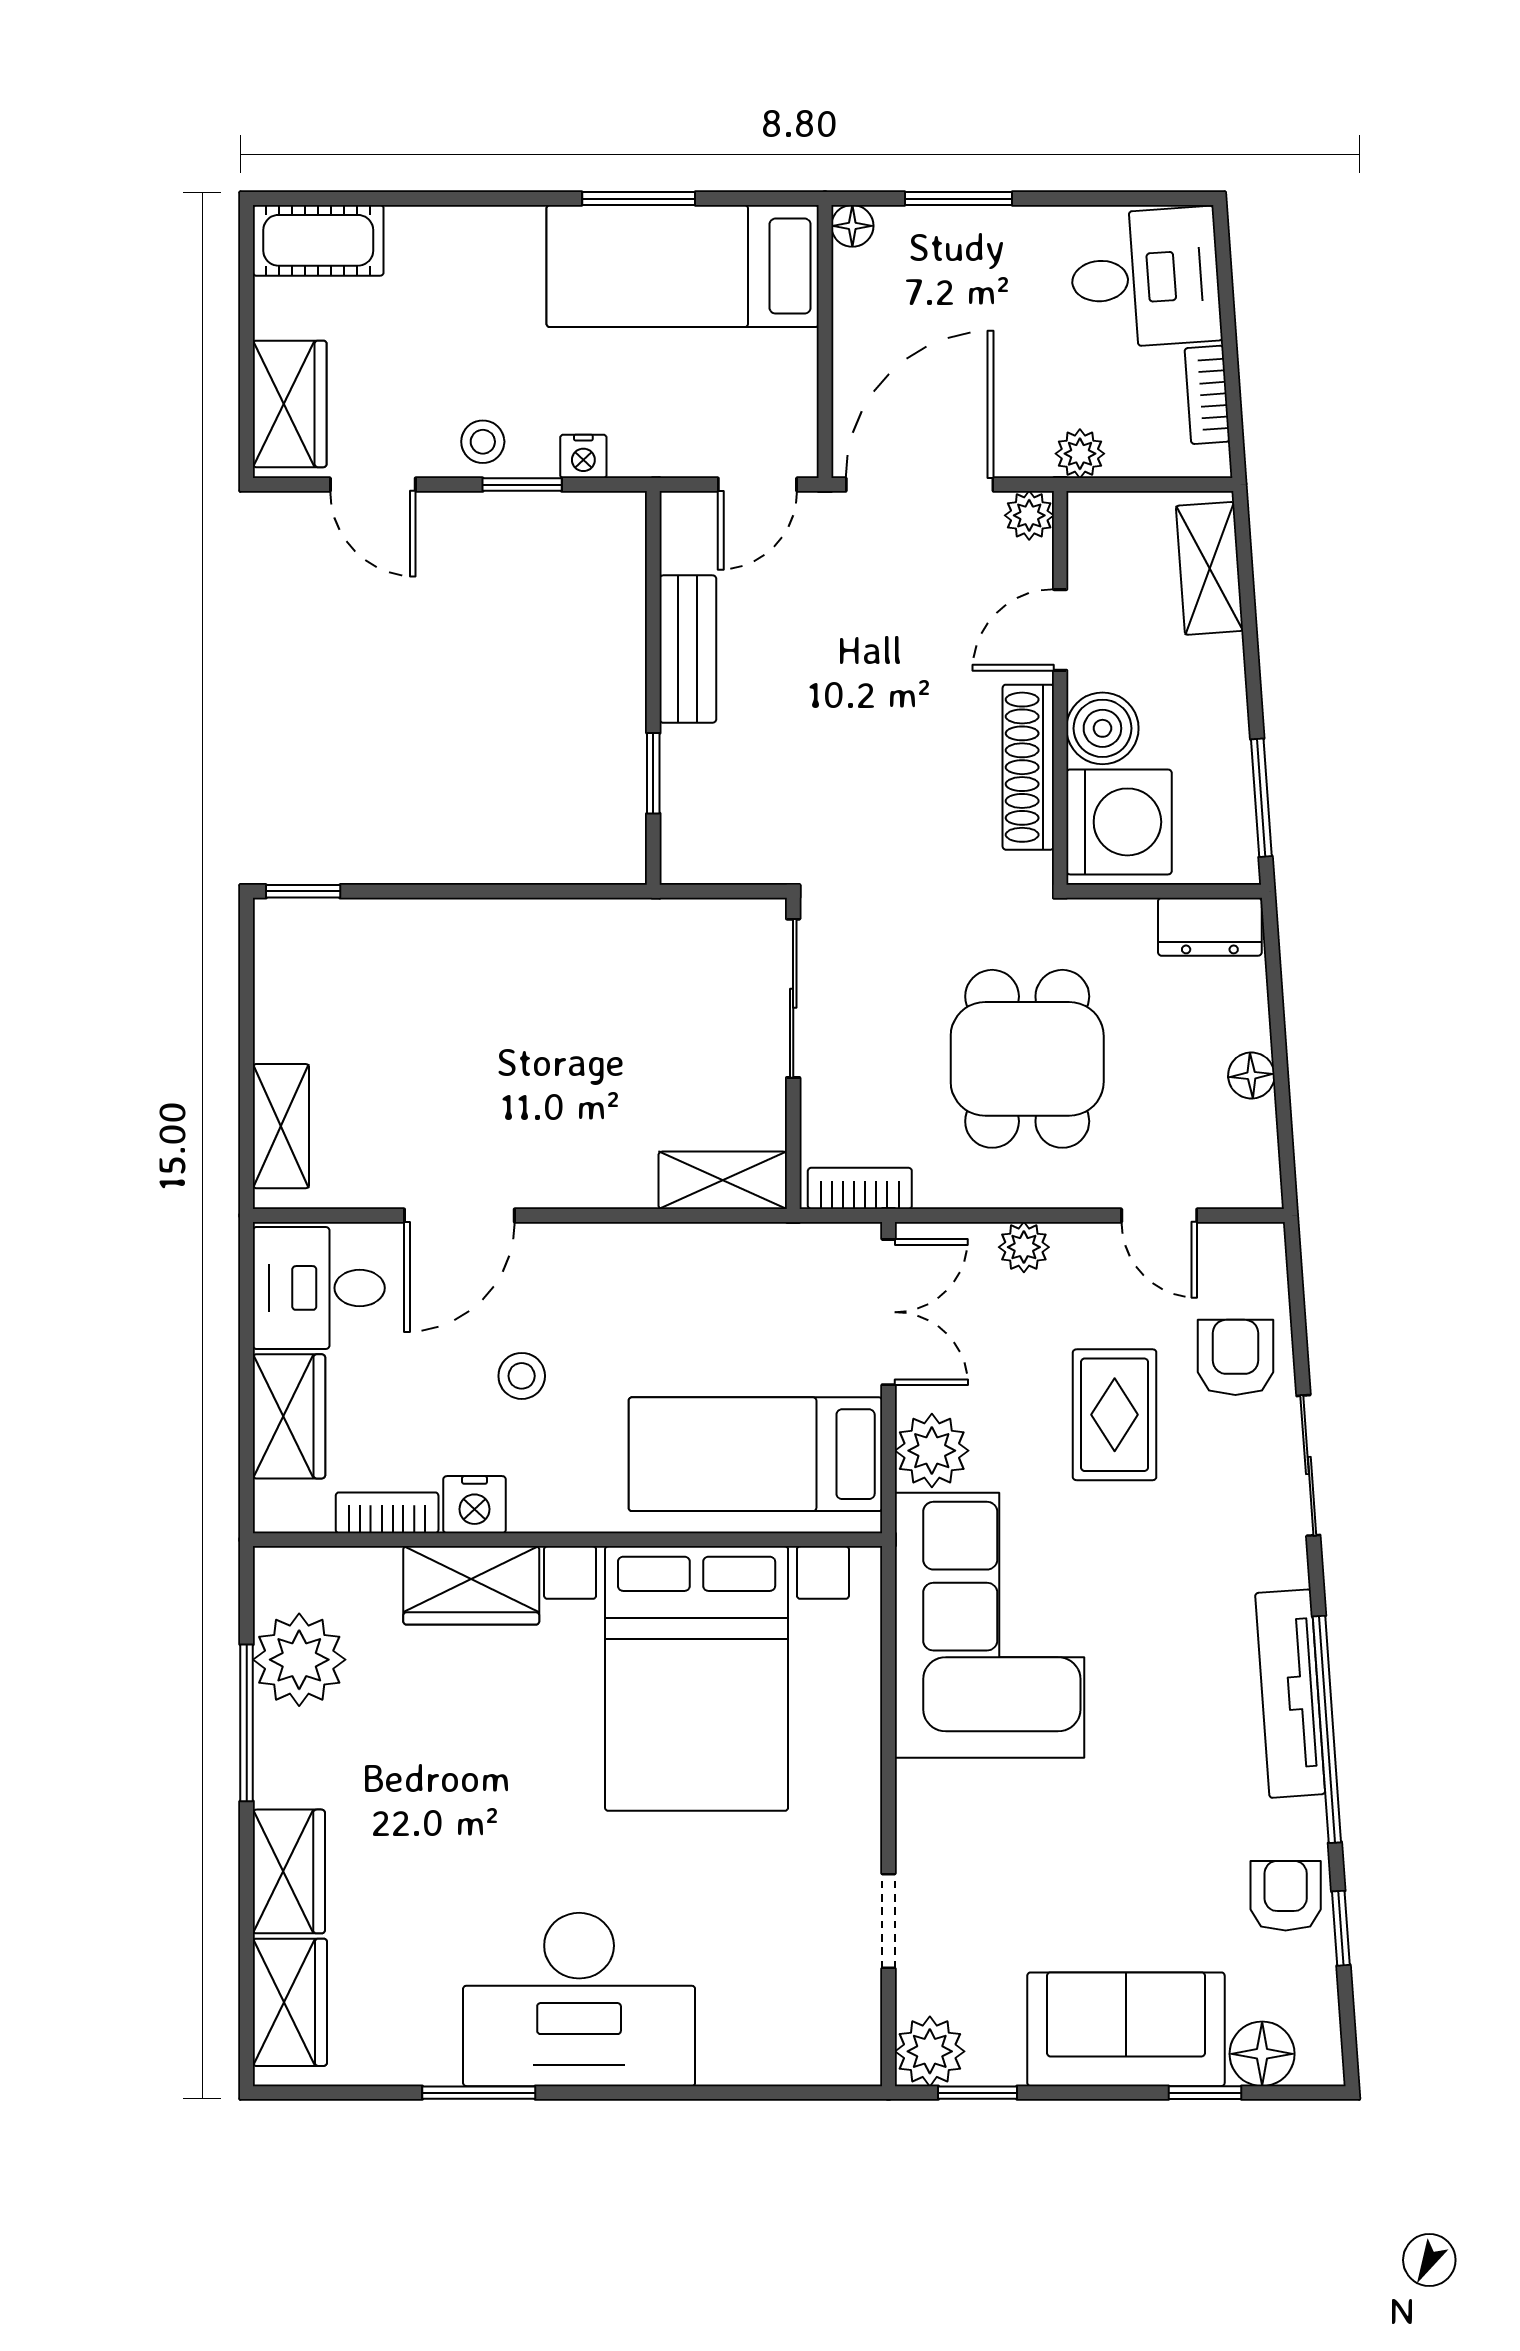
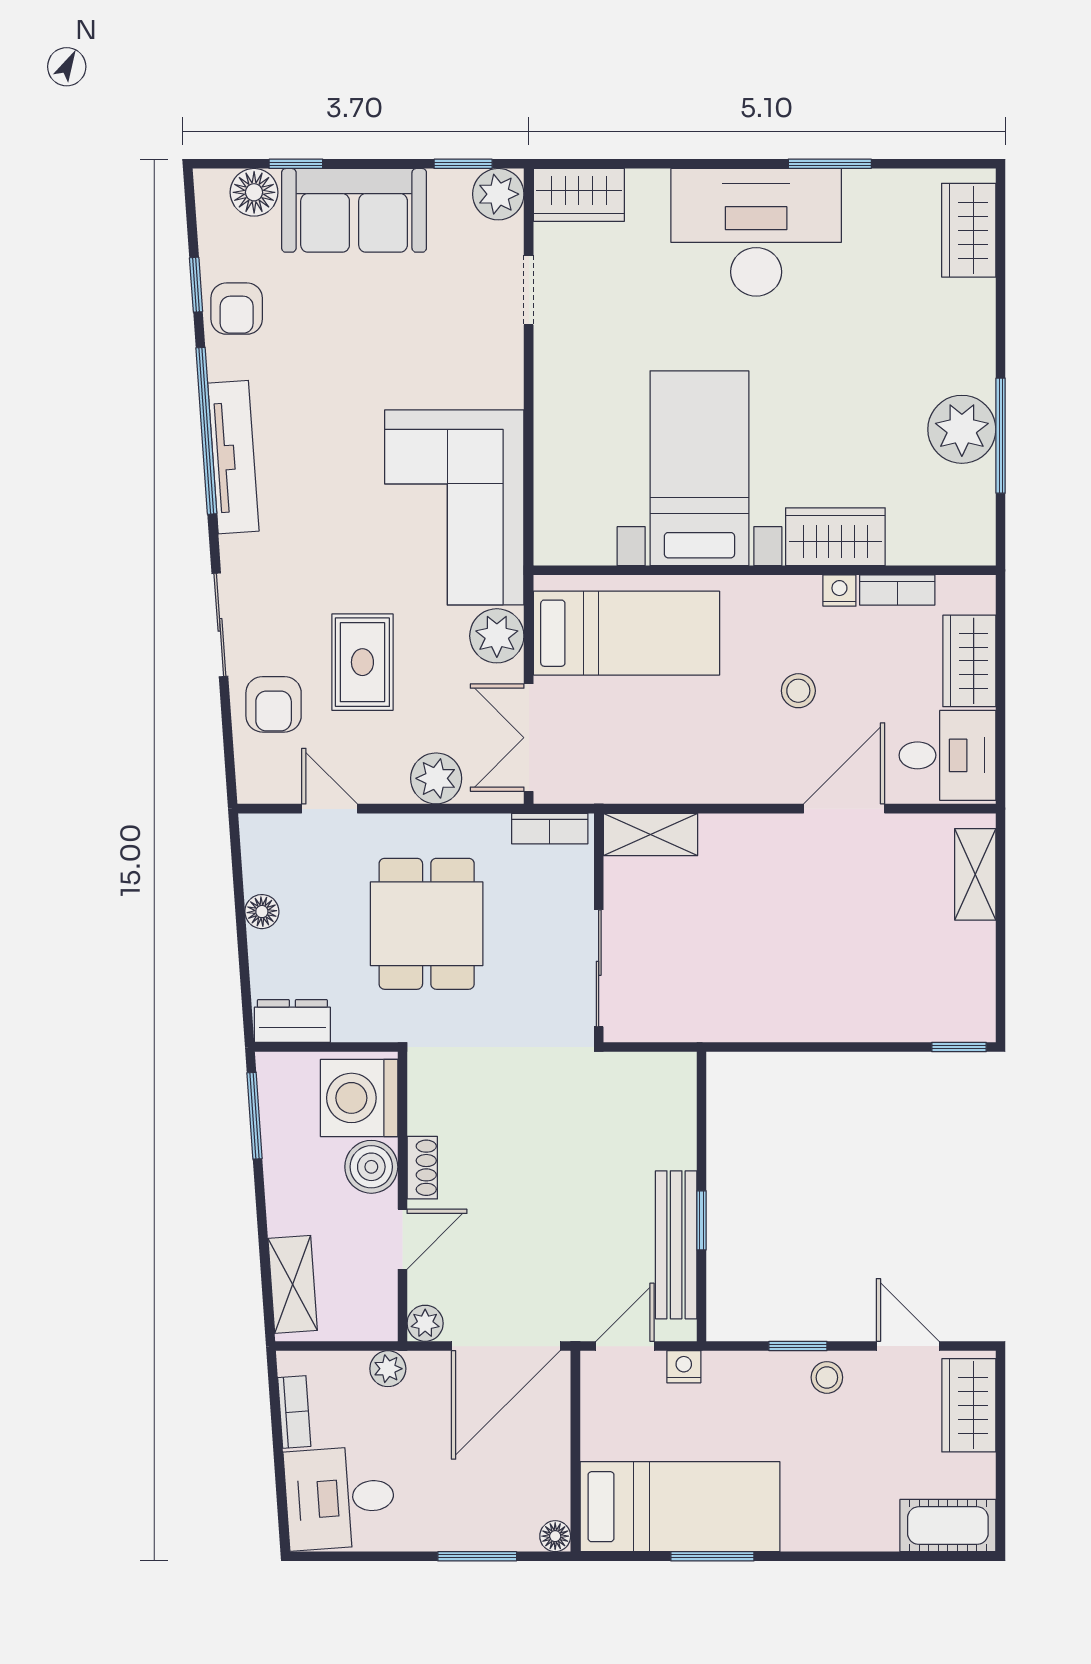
nightstand: (583, 456) -> (684, 1367), moved
bench: (688, 649) -> (676, 1245), width x1.36
shoe rack: (1028, 767) -> (422, 1168), width x0.51, depth x0.81
window: (653, 773) -> (702, 1220), moved
plant: (1024, 1247) -> (436, 778), width x1.38, depth x1.38
nightstand: (475, 1505) -> (839, 591), width x0.72, depth x0.74
plant: (299, 1660) -> (962, 429), moved
bed with nightstands: (697, 1678) -> (699, 468), width x0.73
wardrobe: (289, 1871) -> (579, 195), moved, turned -90

